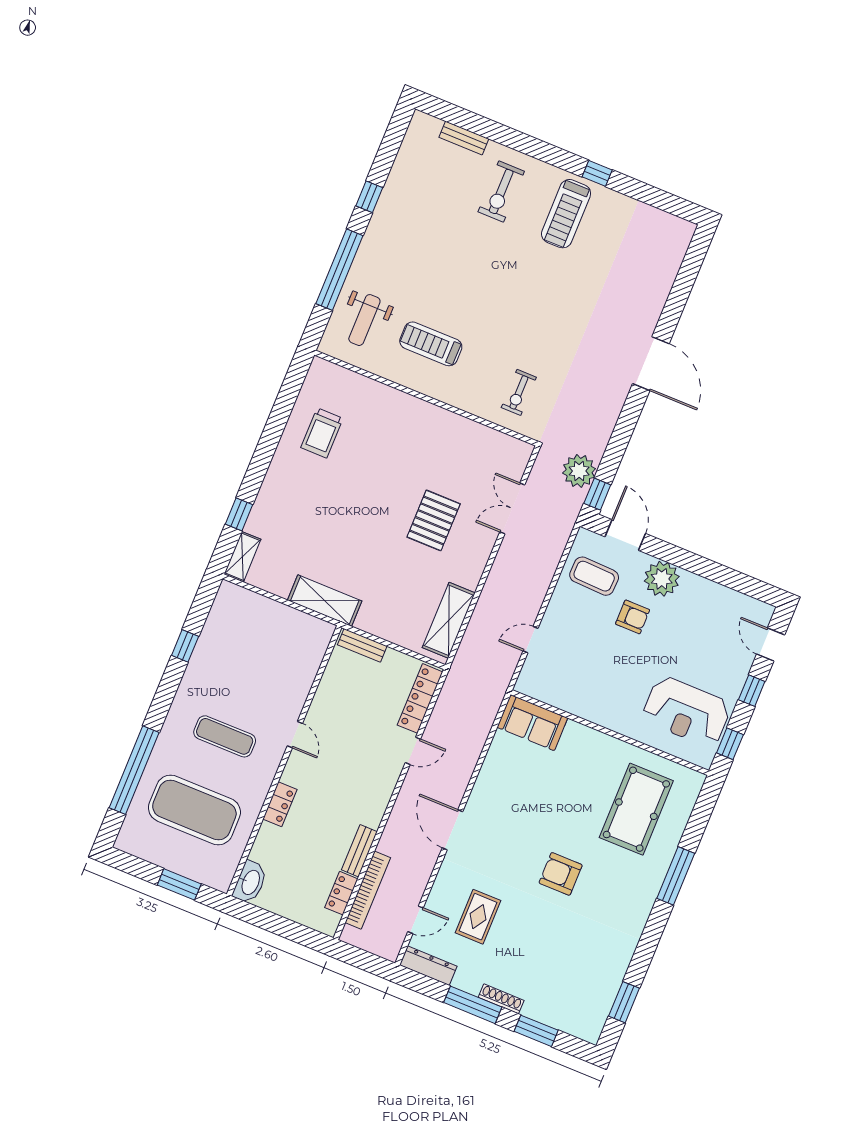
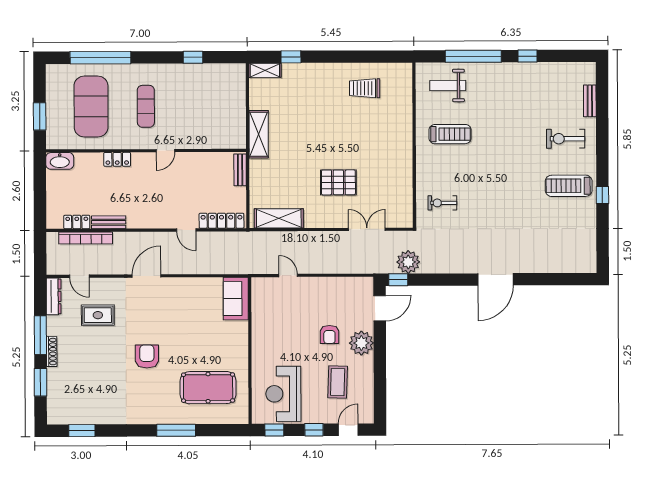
treadmill: (431, 344) -> (450, 134), turned 90
coffee table: (594, 576) -> (338, 382), moved

